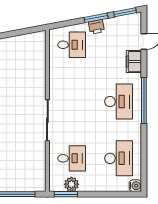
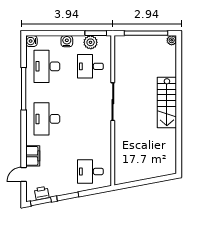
printer: (96, 27) -> (42, 193), moved
window: (144, 100) -> (24, 89), moved
water cooler: (97, 185) -> (67, 41), added

